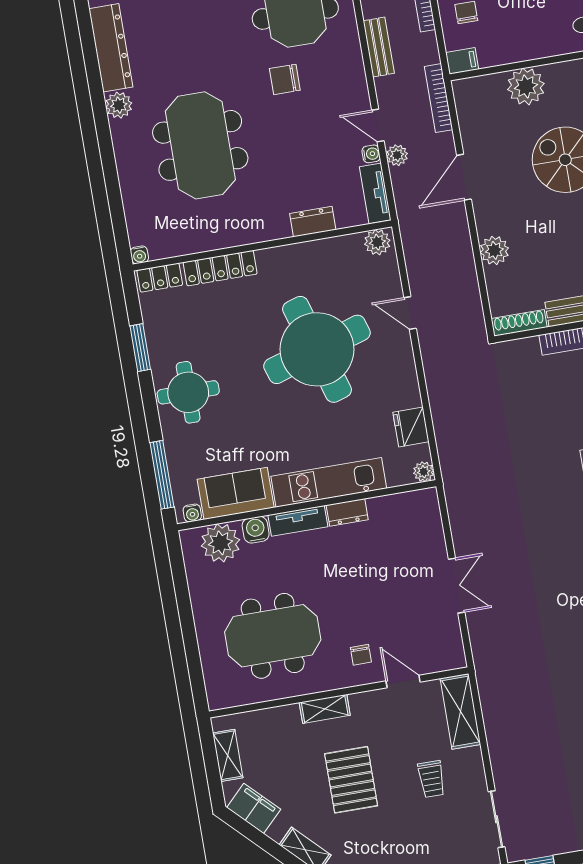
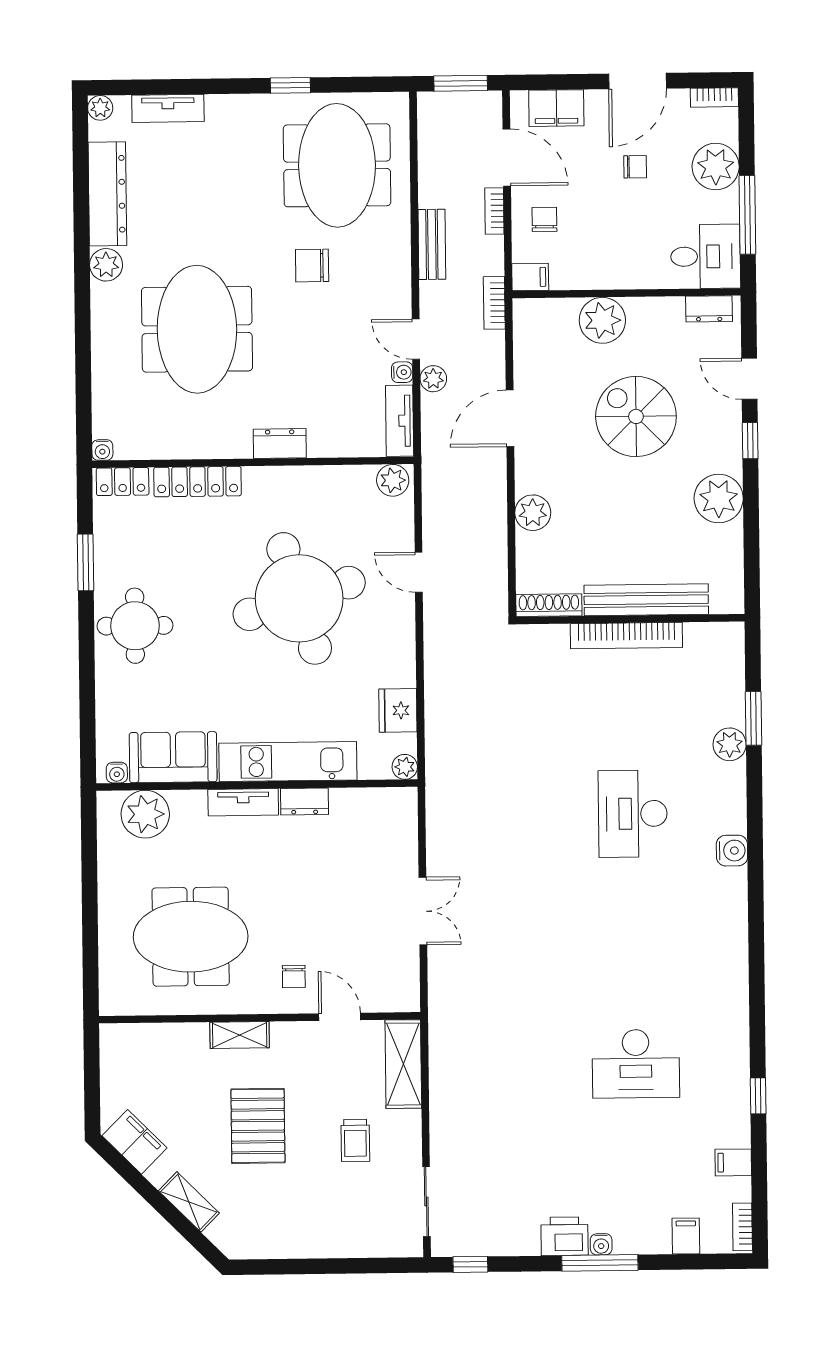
bookcase: (439, 98) -> (494, 303), width x0.64
dresser: (313, 222) -> (280, 443), moved
window: (162, 475) -> (88, 721), removed
water cooler: (256, 530) -> (190, 805), removed
shelving: (228, 755) -> (113, 1073), removed

